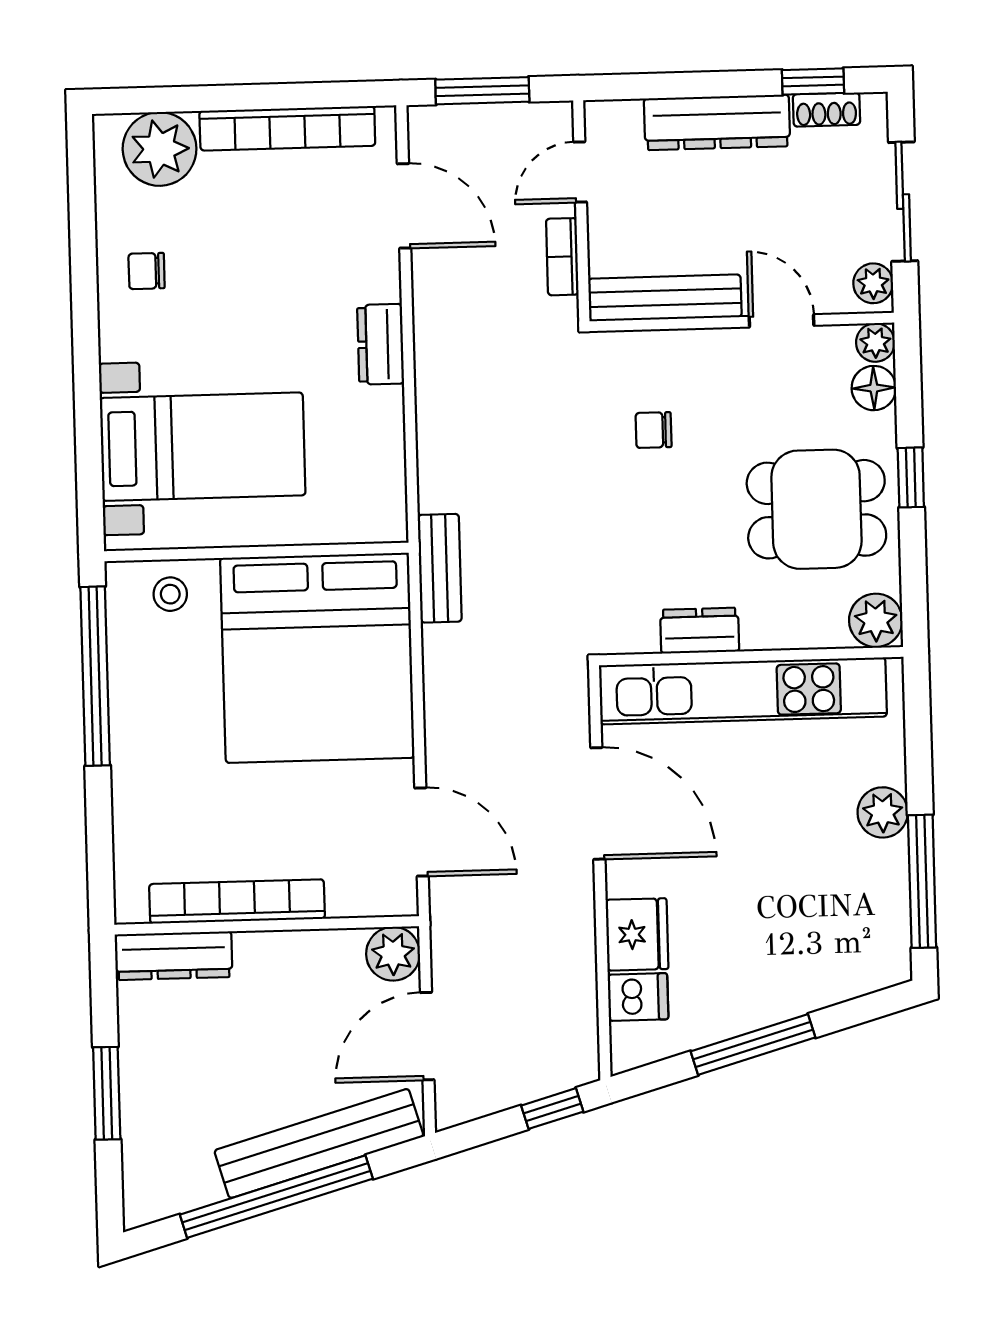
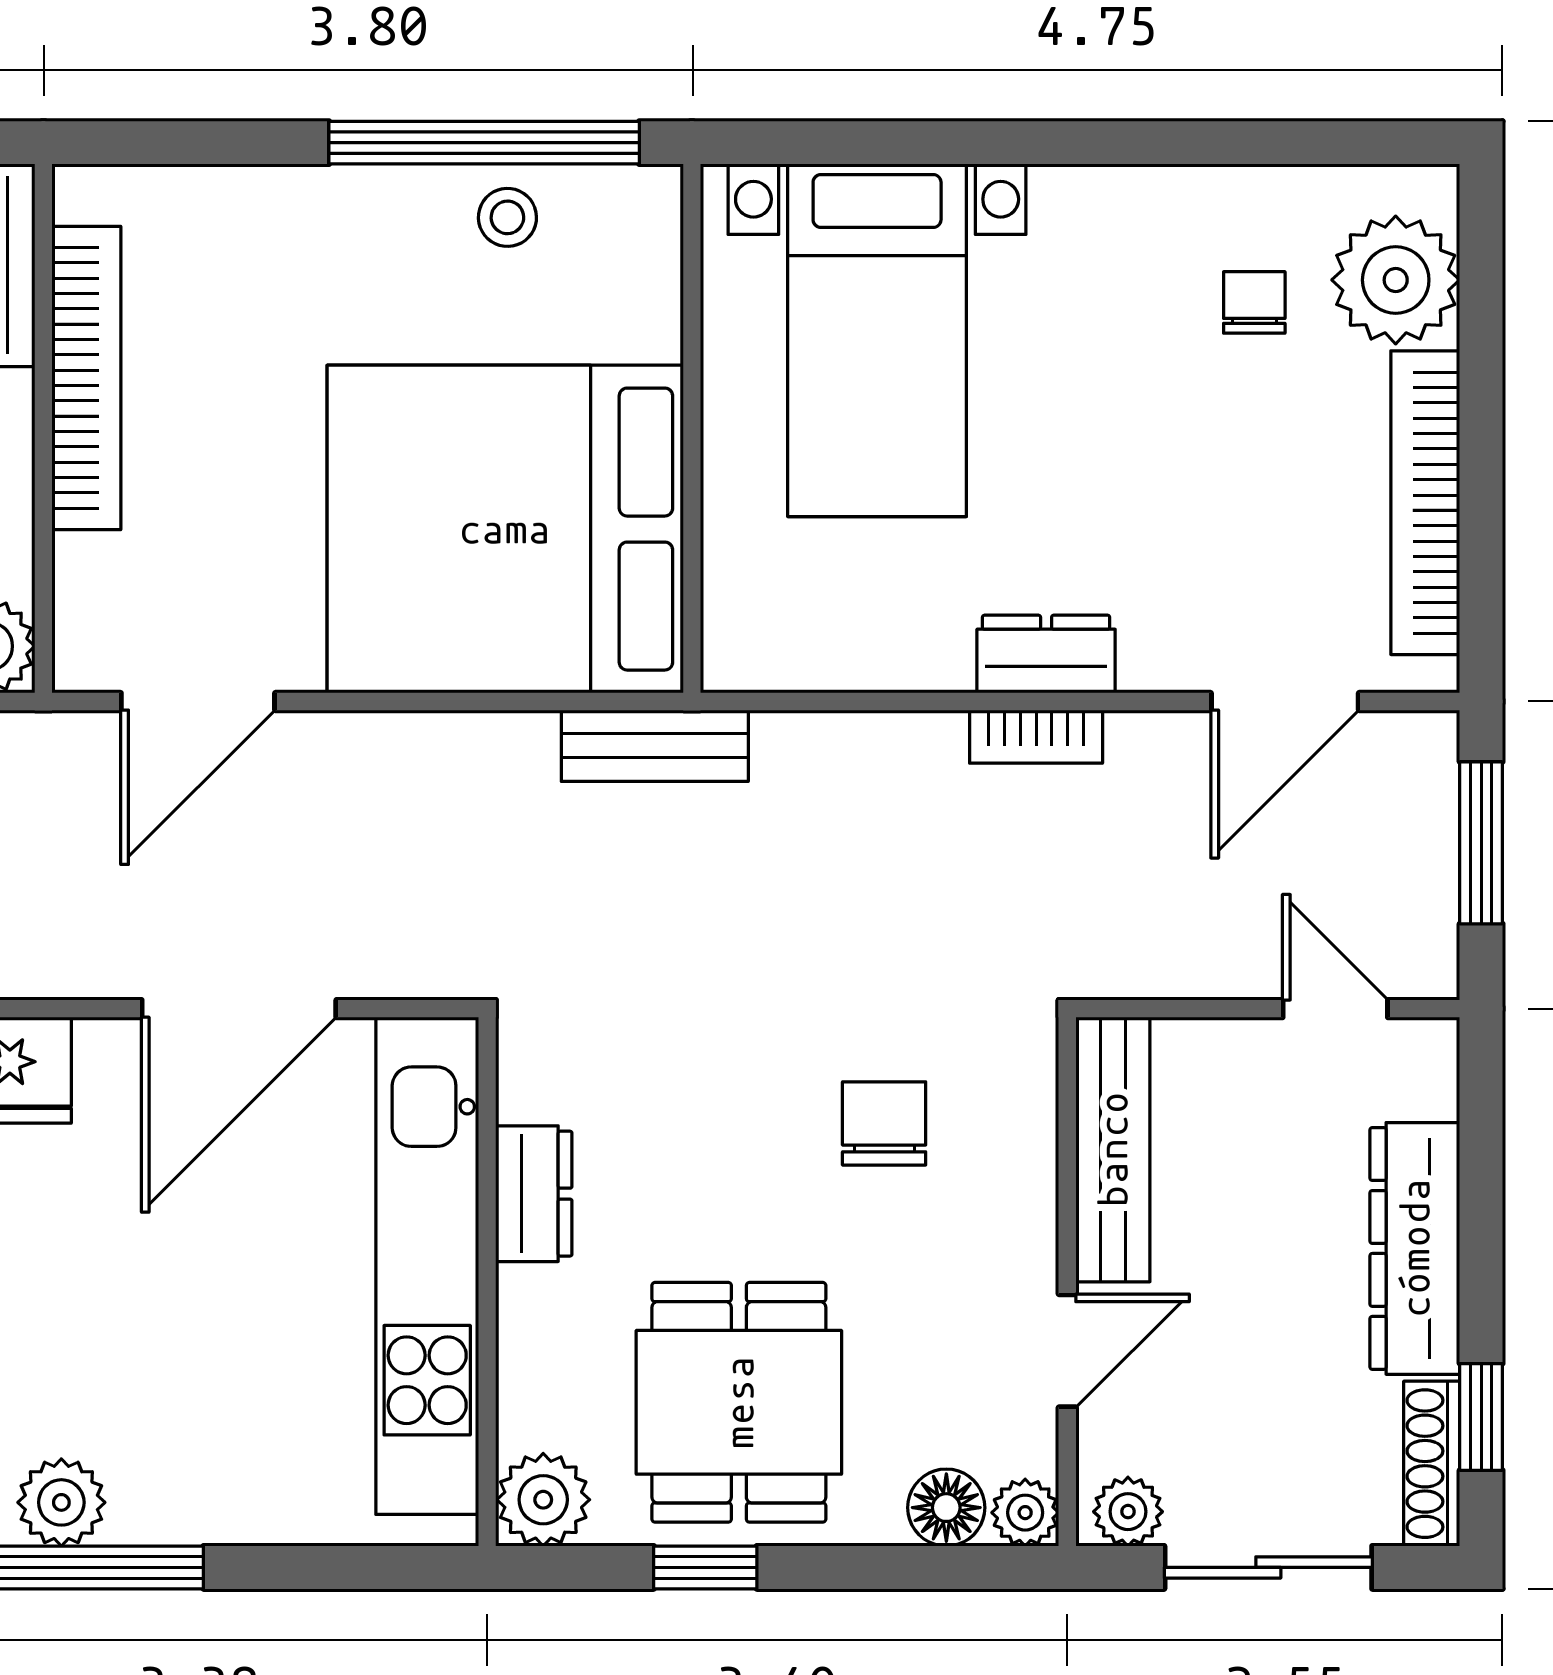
shoe rack: (826, 110) -> (1432, 1464), width x1.43
bookcase: (562, 257) -> (1036, 737), moved, turned 180
chair: (147, 271) -> (1254, 302), moved
chair: (654, 430) -> (884, 1123), width x1.37, depth x1.37
window: (911, 477) -> (705, 1567), moved
stool: (170, 594) -> (507, 217), moved
plant: (883, 812) -> (61, 1502), moved

